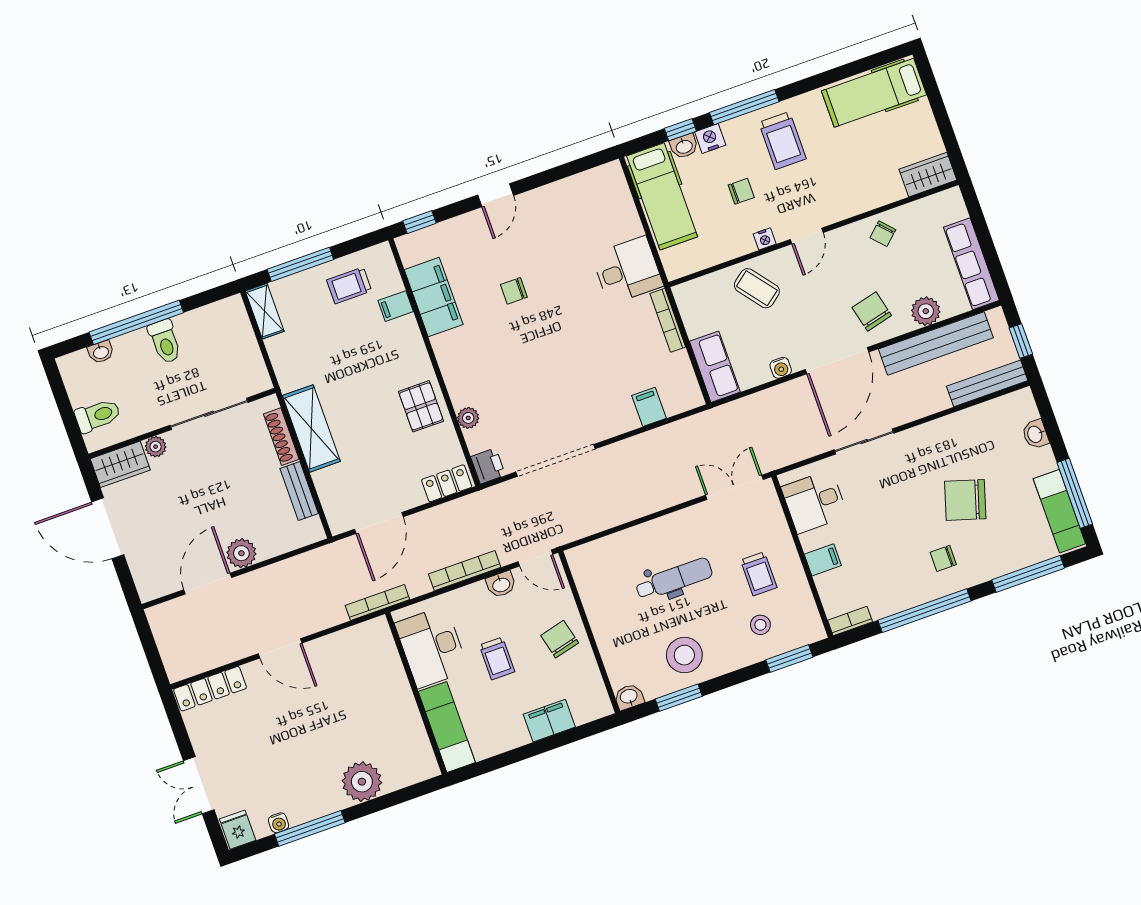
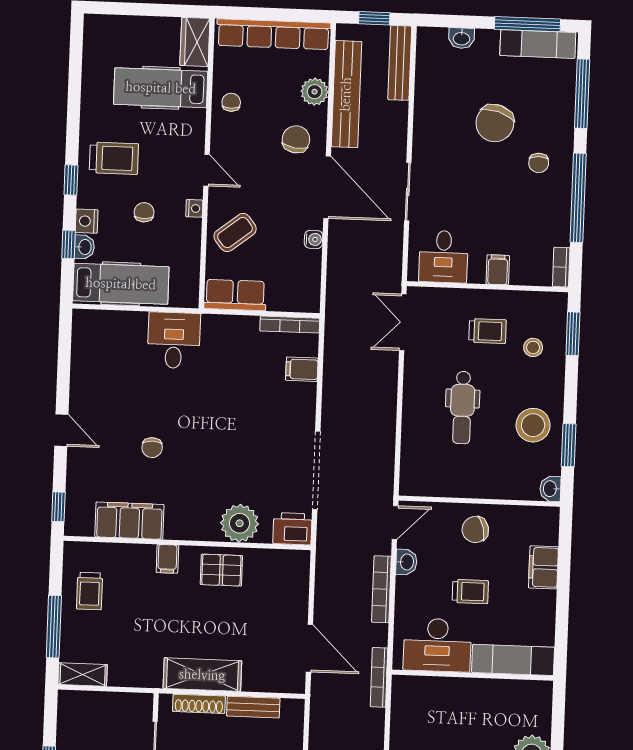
hospital bed: (874, 93) -> (161, 88), moved, turned 90
window: (744, 107) -> (71, 180), width x0.46
chair: (883, 234) -> (231, 102), turned -137
row of seats: (971, 264) -> (274, 34), width x1.36
filing cabinet: (396, 306) -> (167, 559), moved
chair: (872, 312) -> (296, 139), turned 112
bookcase: (668, 320) -> (290, 325), moved
row of seats: (715, 367) -> (235, 295), moved
plant: (468, 418) -> (240, 523), width x1.88, depth x1.88
printer: (488, 466) -> (292, 529), width x1.36, depth x1.24
locker: (447, 483) -> (298, 574), removed
dental chair: (674, 579) -> (462, 408), turned 180

